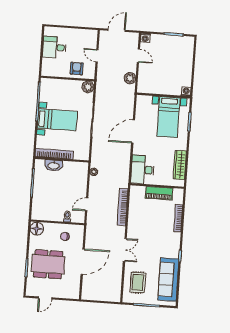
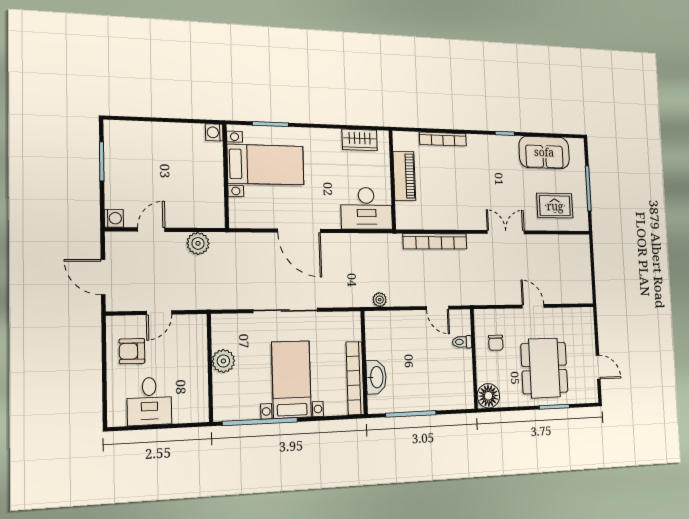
armchair: (77, 68) -> (132, 351), moved
plant: (88, 87) -> (223, 361), moved
wardrobe: (180, 165) -> (360, 140), width x0.67
door: (83, 262) -> (533, 306), width x0.53
sofa: (168, 279) -> (544, 152), width x0.73

